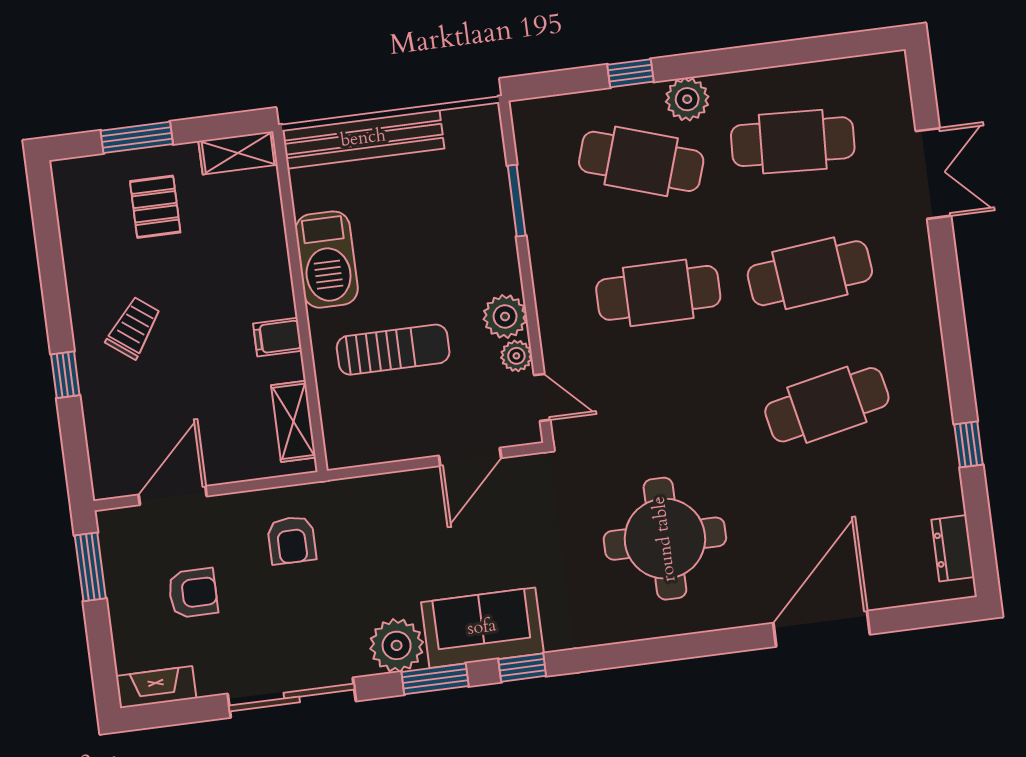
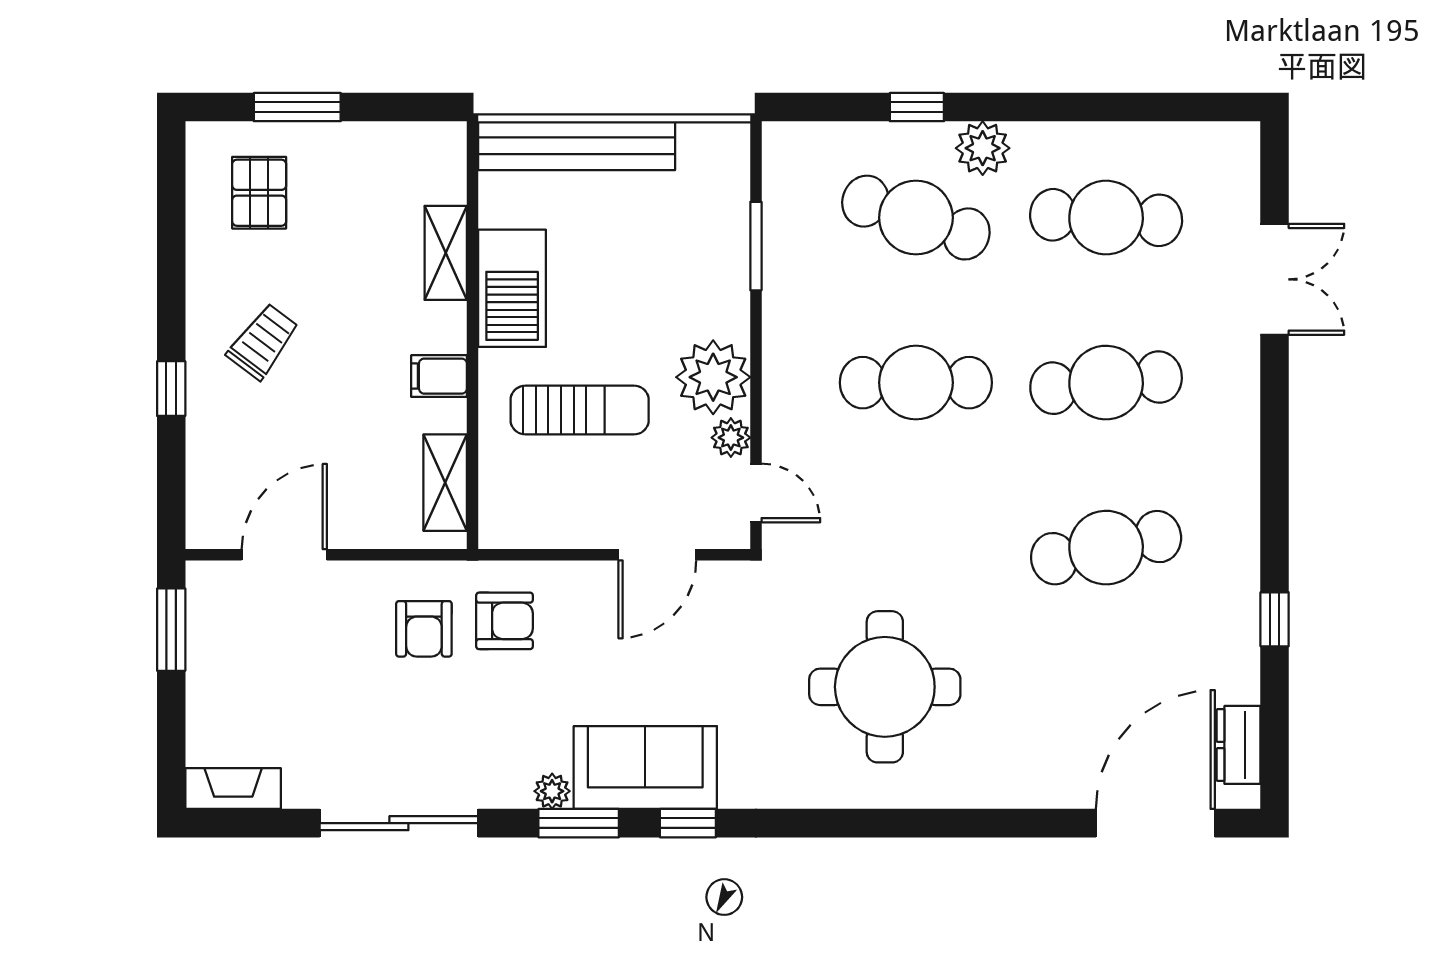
shelving: (238, 153) -> (446, 253), moved, turned 90
pallet: (155, 207) -> (259, 193), moved
plant: (505, 316) -> (713, 377), width x1.36, depth x1.36
armchair: (193, 593) -> (505, 621), moved
door: (822, 629) -> (1155, 823), moved
plant: (397, 645) -> (552, 791), width x0.53, depth x0.53

